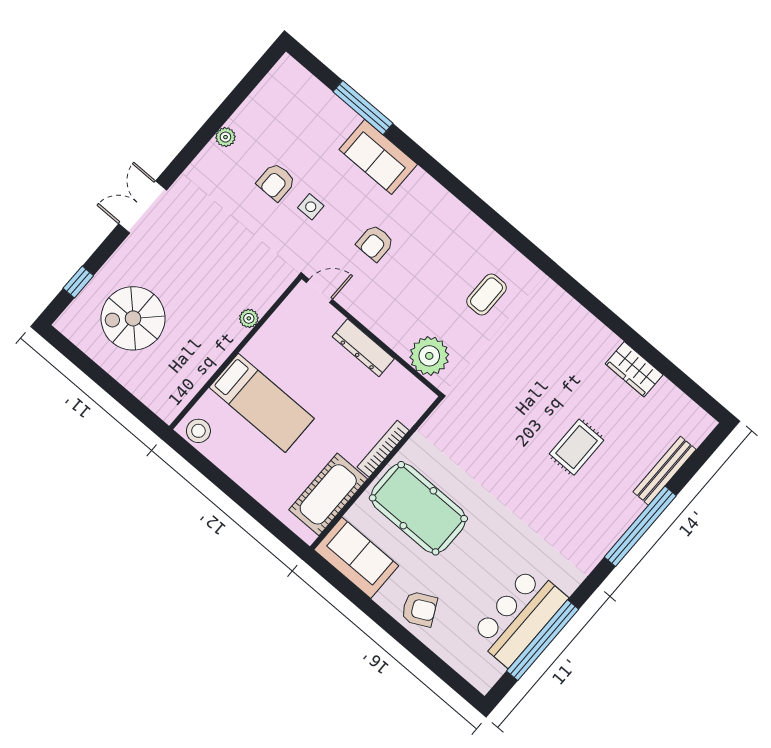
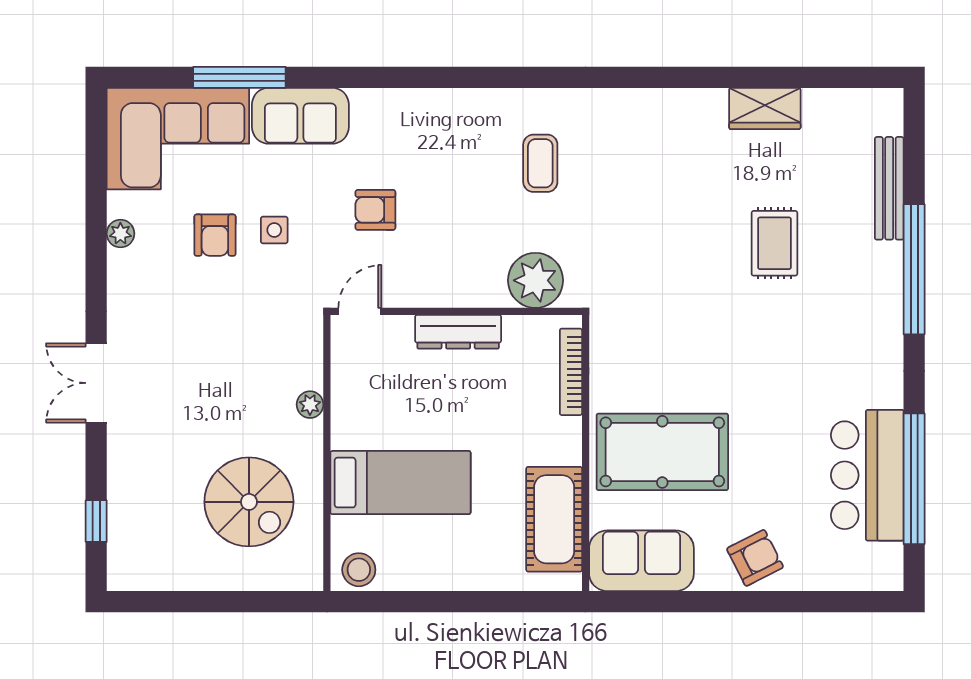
corner sofa: (301, 112) -> (178, 139), added
armchair: (375, 243) -> (375, 210), turned 90
spiral stairs: (133, 318) -> (249, 502), moved, turned -90
bookcase: (383, 449) -> (571, 372), moved

